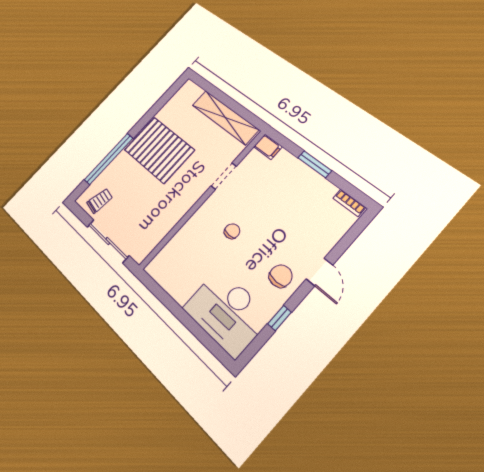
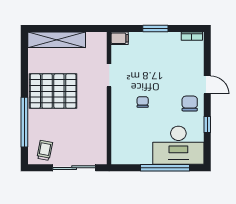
shelving: (225, 117) -> (57, 40), moved
window: (190, 324) -> (165, 168), added

